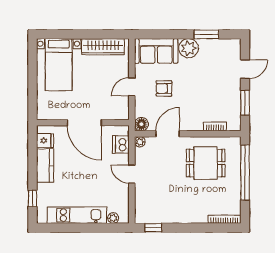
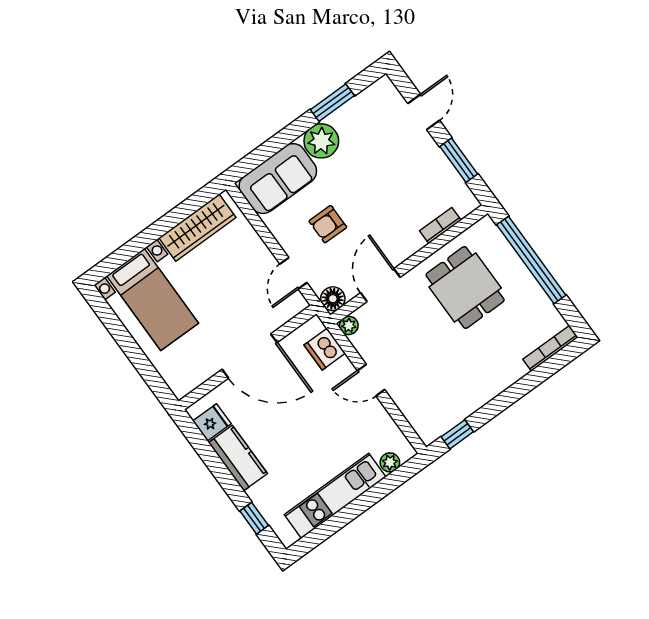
door: (132, 87) -> (293, 273), moved
dining table: (206, 163) -> (465, 288), turned 90

